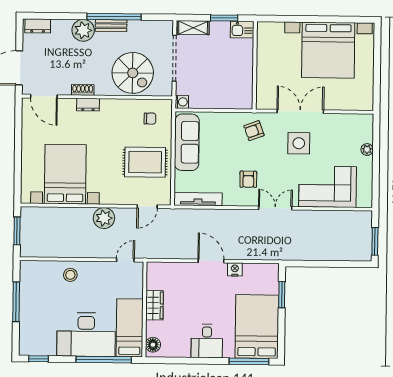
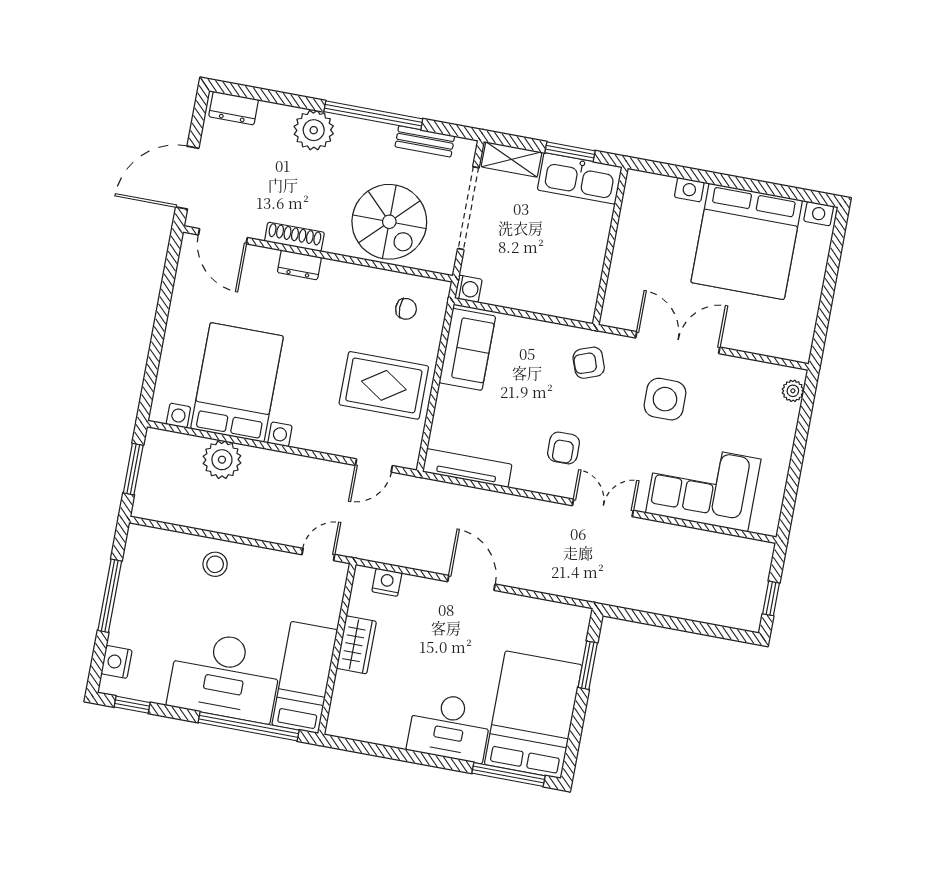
bench: (111, 26) -> (425, 141), moved
kitchen sink: (242, 30) -> (580, 178), width x1.88, depth x1.24
shoe rack: (83, 90) -> (294, 237), width x1.43
sofa: (187, 142) -> (467, 349), width x0.73
plant: (367, 150) -> (793, 391), moved
plant: (104, 218) -> (222, 460), moved
window: (375, 241) -> (771, 598), width x0.67
nightstand: (235, 269) -> (387, 582), moved
nightstand: (26, 337) -> (117, 662), added
desk: (207, 341) -> (449, 727), width x1.37
floor lamp: (153, 345) -> (341, 715), removed

